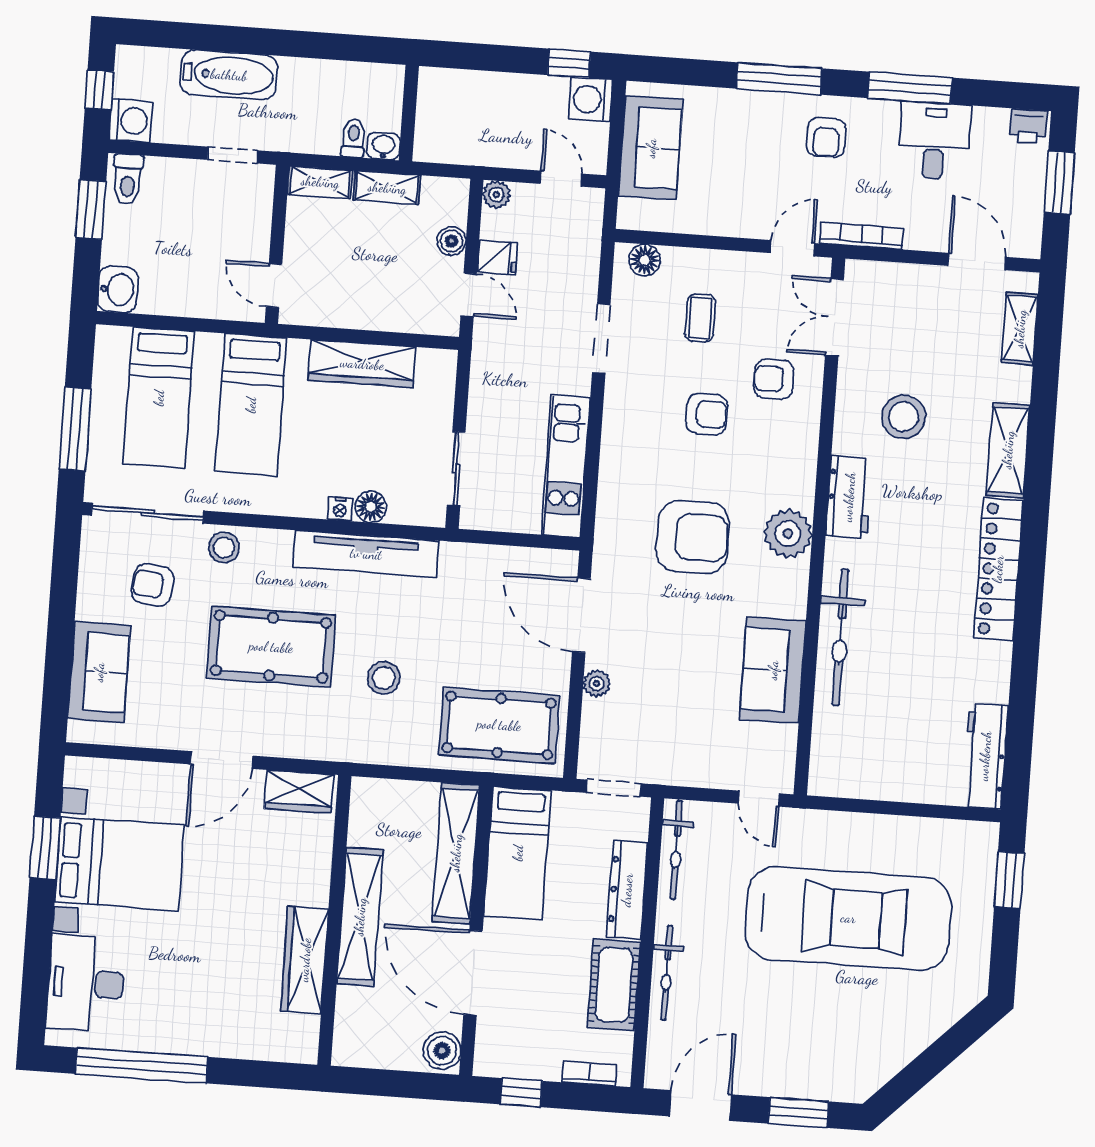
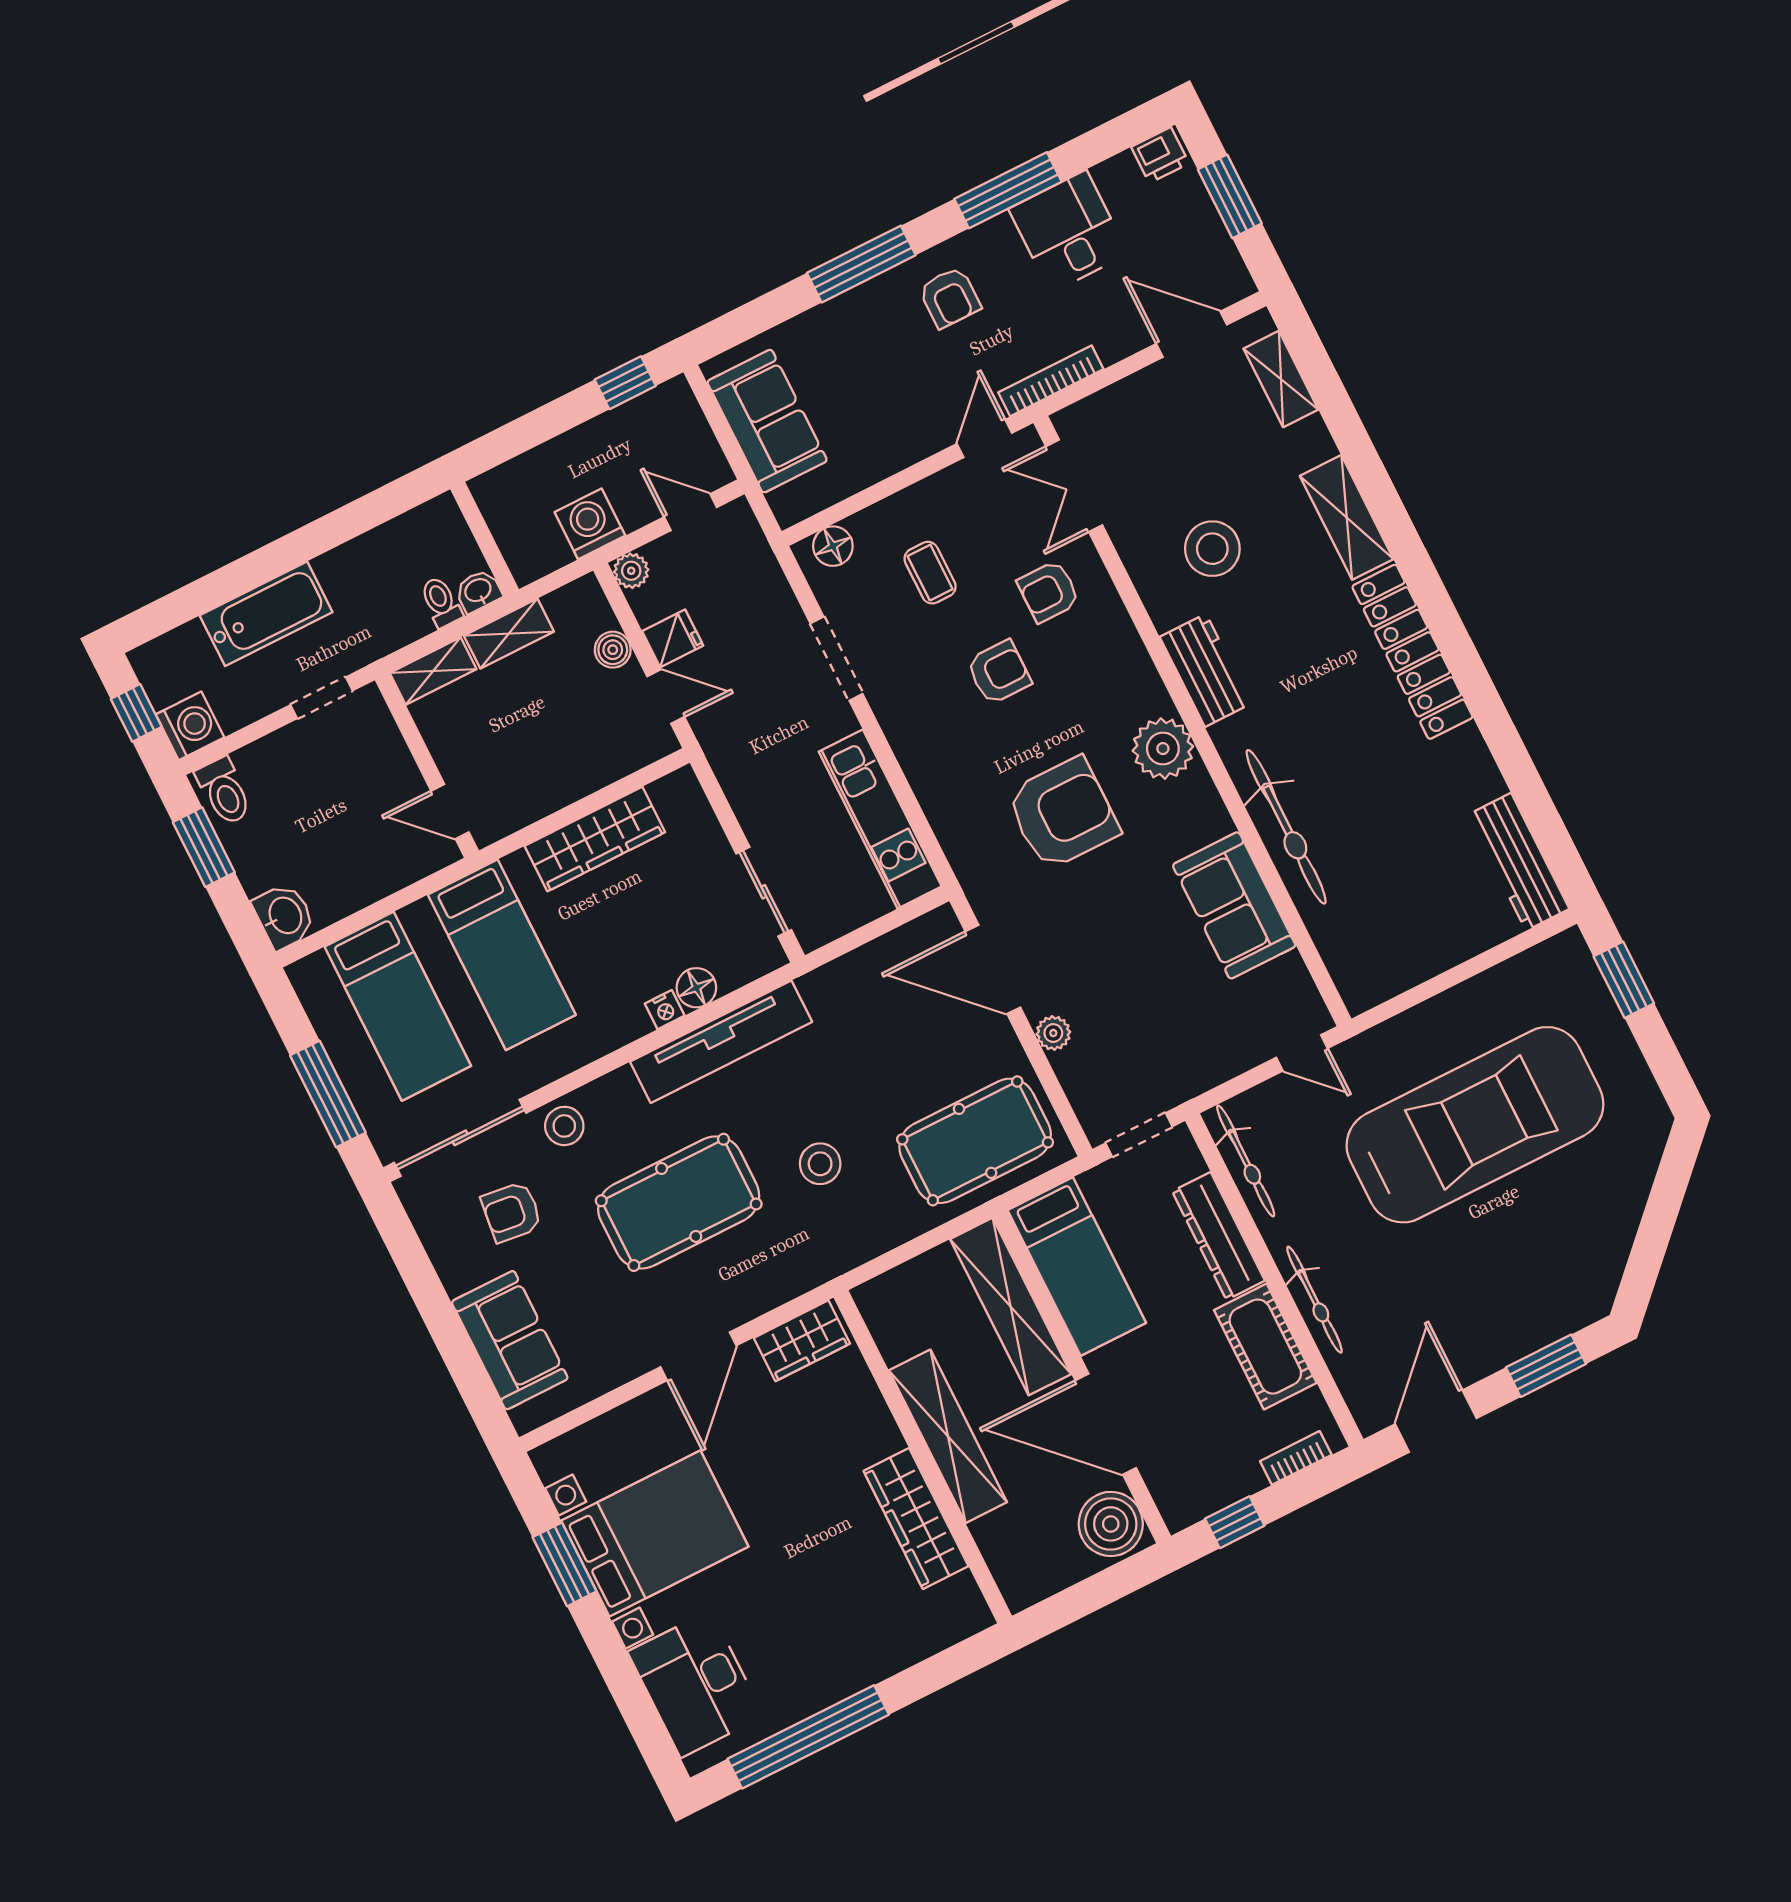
washing machine: (591, 99) -> (590, 524), moved, turned 90
boiler: (442, 1051) -> (1111, 1524), width x1.37, depth x1.37

